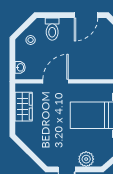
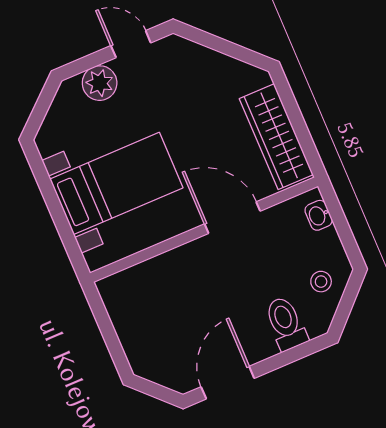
door: (56, 81) -> (232, 218), swing flipped
wardrobe: (24, 107) -> (276, 137), width x1.50

